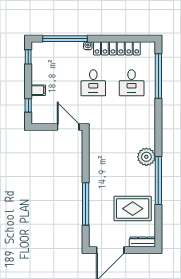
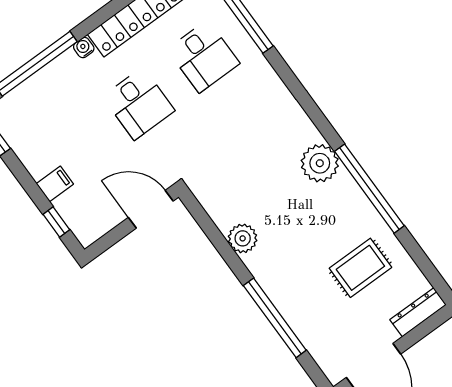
plant: (95, 164) -> (243, 238), added
rug: (133, 209) -> (360, 268), width x0.73, depth x0.70

